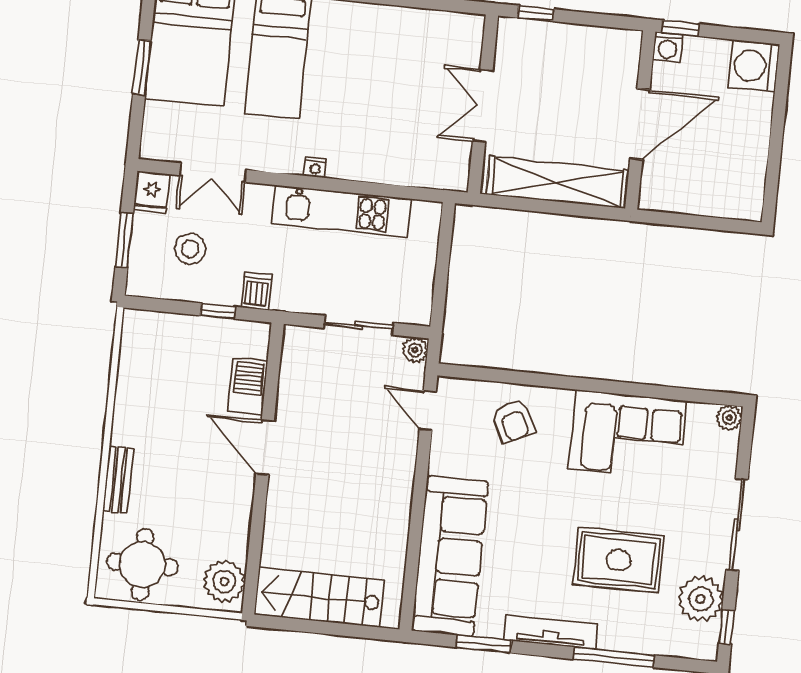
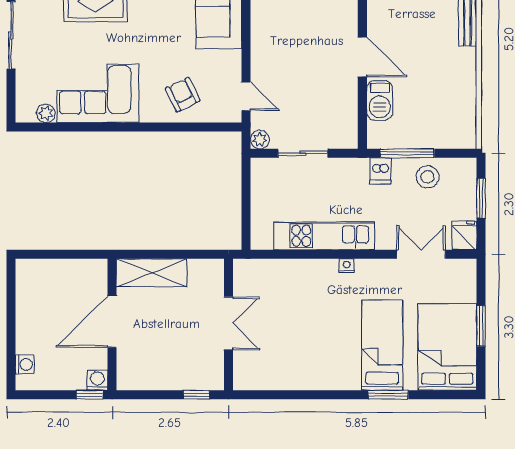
washing machine: (754, 66) -> (25, 364), width x0.53, depth x0.53
shelving: (557, 182) -> (152, 273), width x0.68
stool: (190, 249) -> (428, 177), moved
window: (218, 311) -> (407, 153), width x2.17
plant: (729, 418) -> (46, 113), moved

